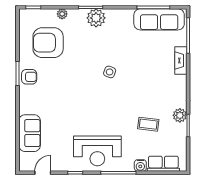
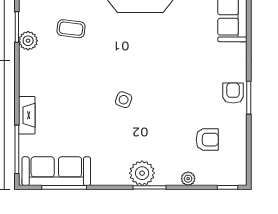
armchair: (48, 43) -> (207, 140), width x0.53, depth x0.53
armchair: (29, 77) -> (233, 93), turned 90

